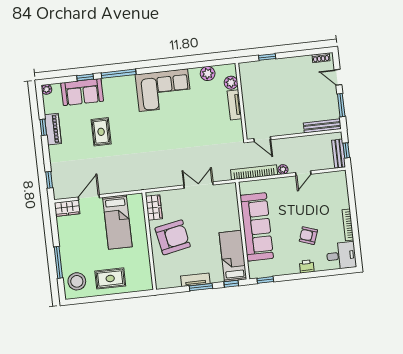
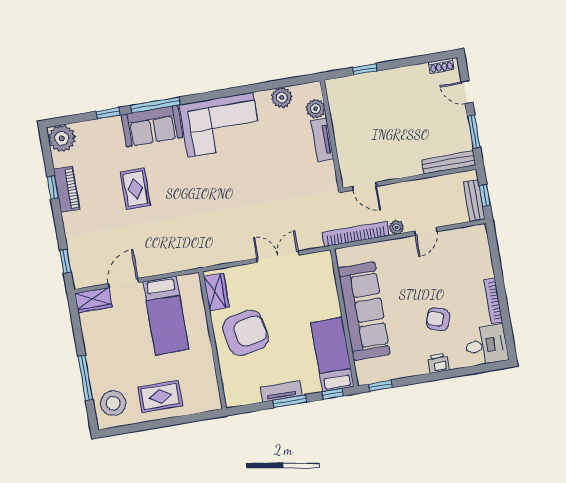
plant: (47, 89) -> (62, 138), width x1.88, depth x1.88
sofa: (82, 92) -> (152, 126), moved

